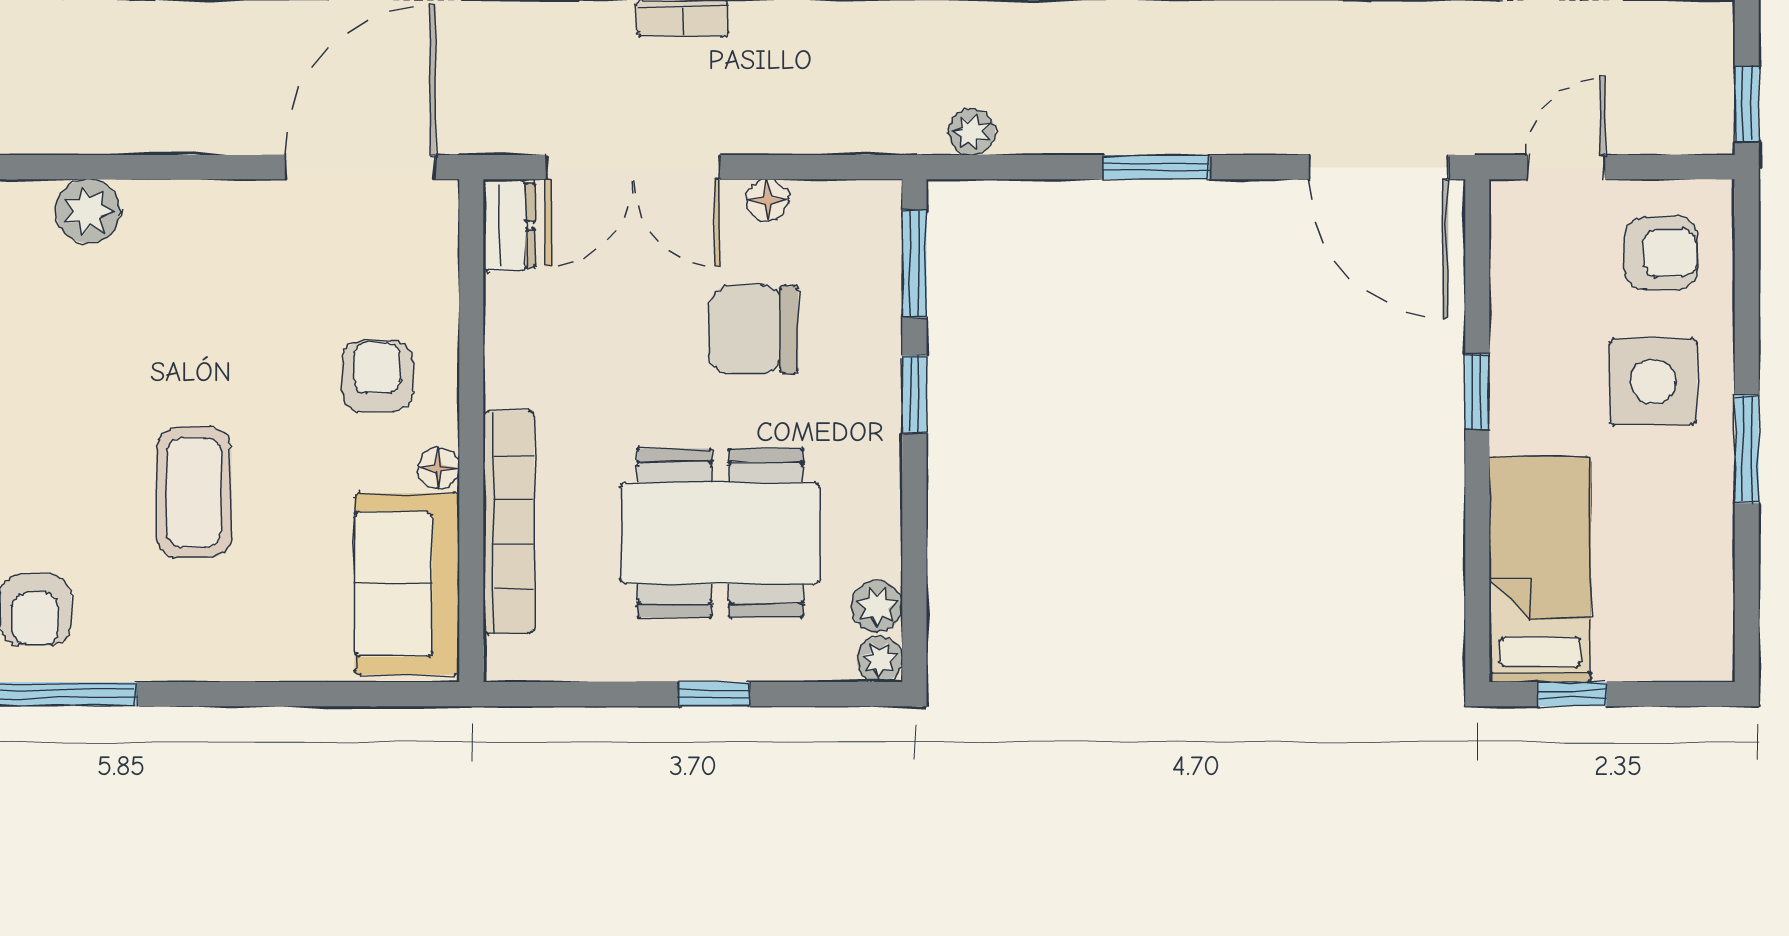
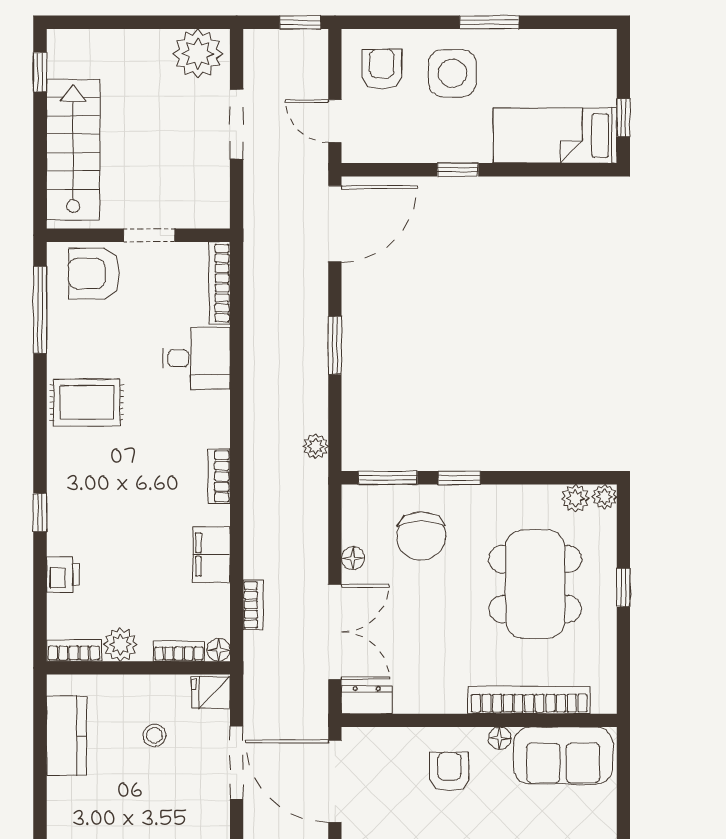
chair: (753, 330) -> (421, 536), moved
armchair: (377, 376) -> (449, 772), turned 91

